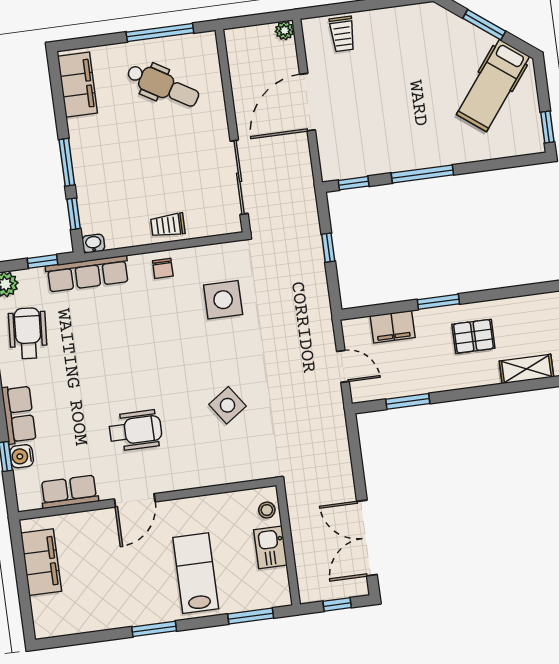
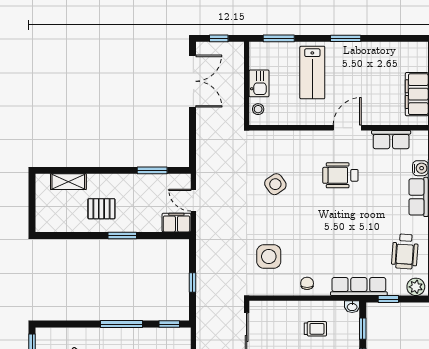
trolley: (168, 225) -> (315, 329), moved
filing cabinet: (393, 327) -> (176, 223), moved

